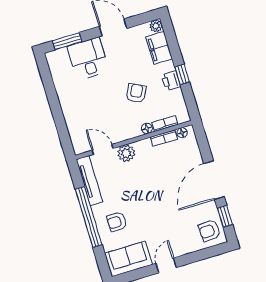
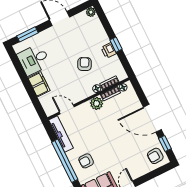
filing cabinet: (159, 48) -> (39, 84), moved, turned 180
desk: (88, 59) -> (34, 60), moved, turned -90
plant: (126, 153) -> (97, 103), moved
door: (214, 180) -> (152, 118), hinge flipped

